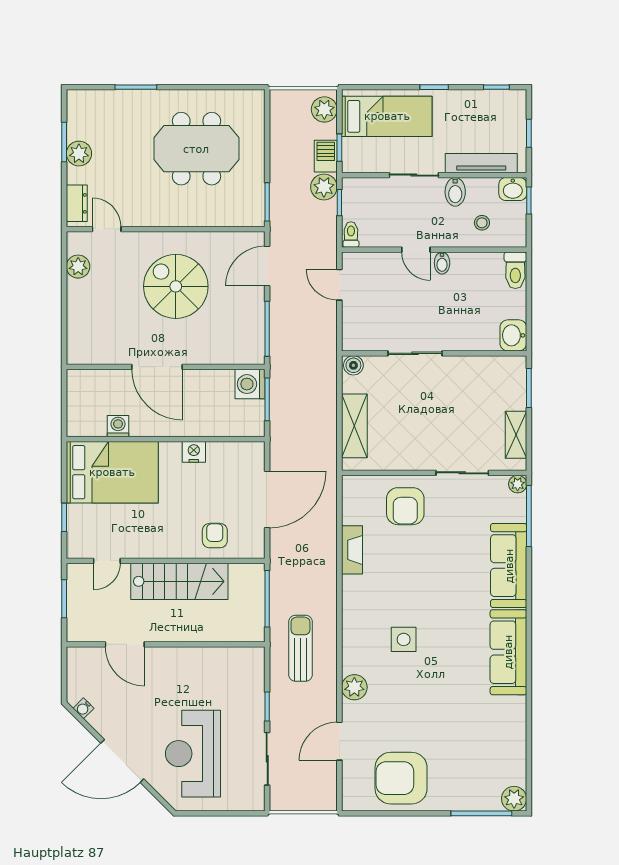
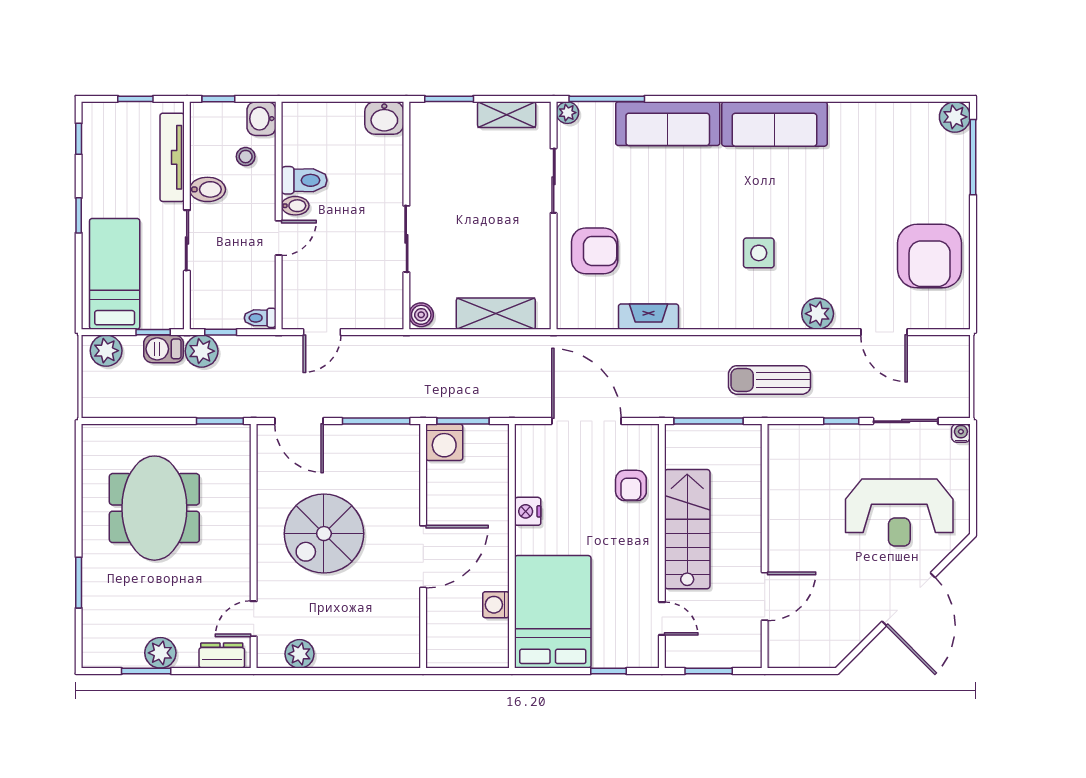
washbasin: (513, 189) -> (261, 119), moved, turned 180
toilet: (515, 270) -> (304, 180), moved
armchair: (215, 536) -> (631, 485), turned -90
water cooler: (83, 708) -> (961, 433), moved, turned -135

